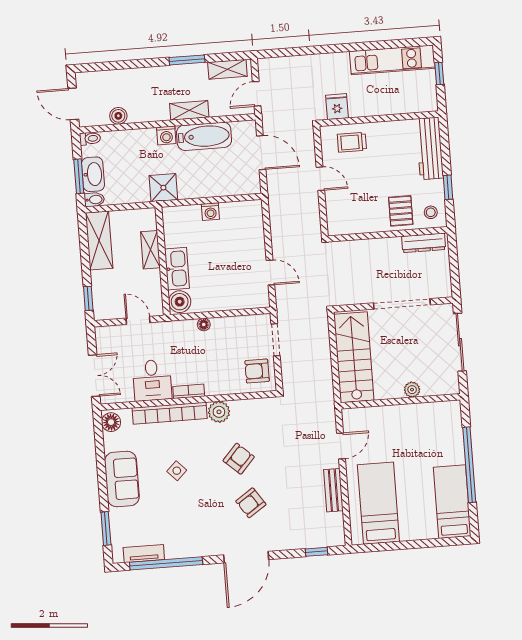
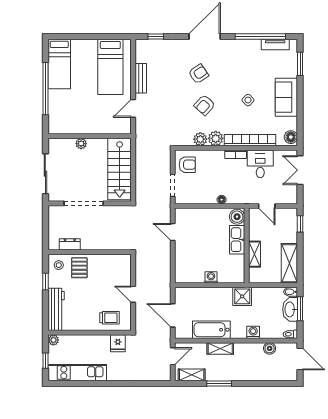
plant: (430, 104) -> (53, 340), added
washing machine: (166, 135) -> (253, 332), moved
dresser: (424, 243) -> (70, 244), width x0.70
plant: (241, 409) -> (200, 139), added

